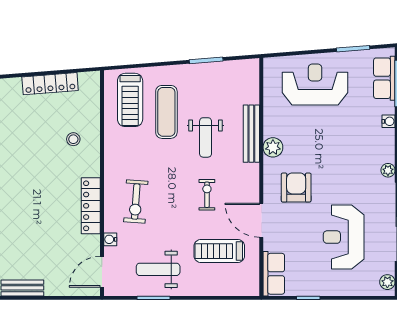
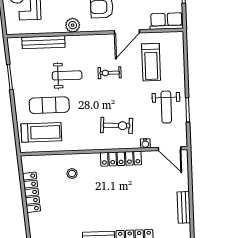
bench: (251, 134) -> (43, 42), moved

